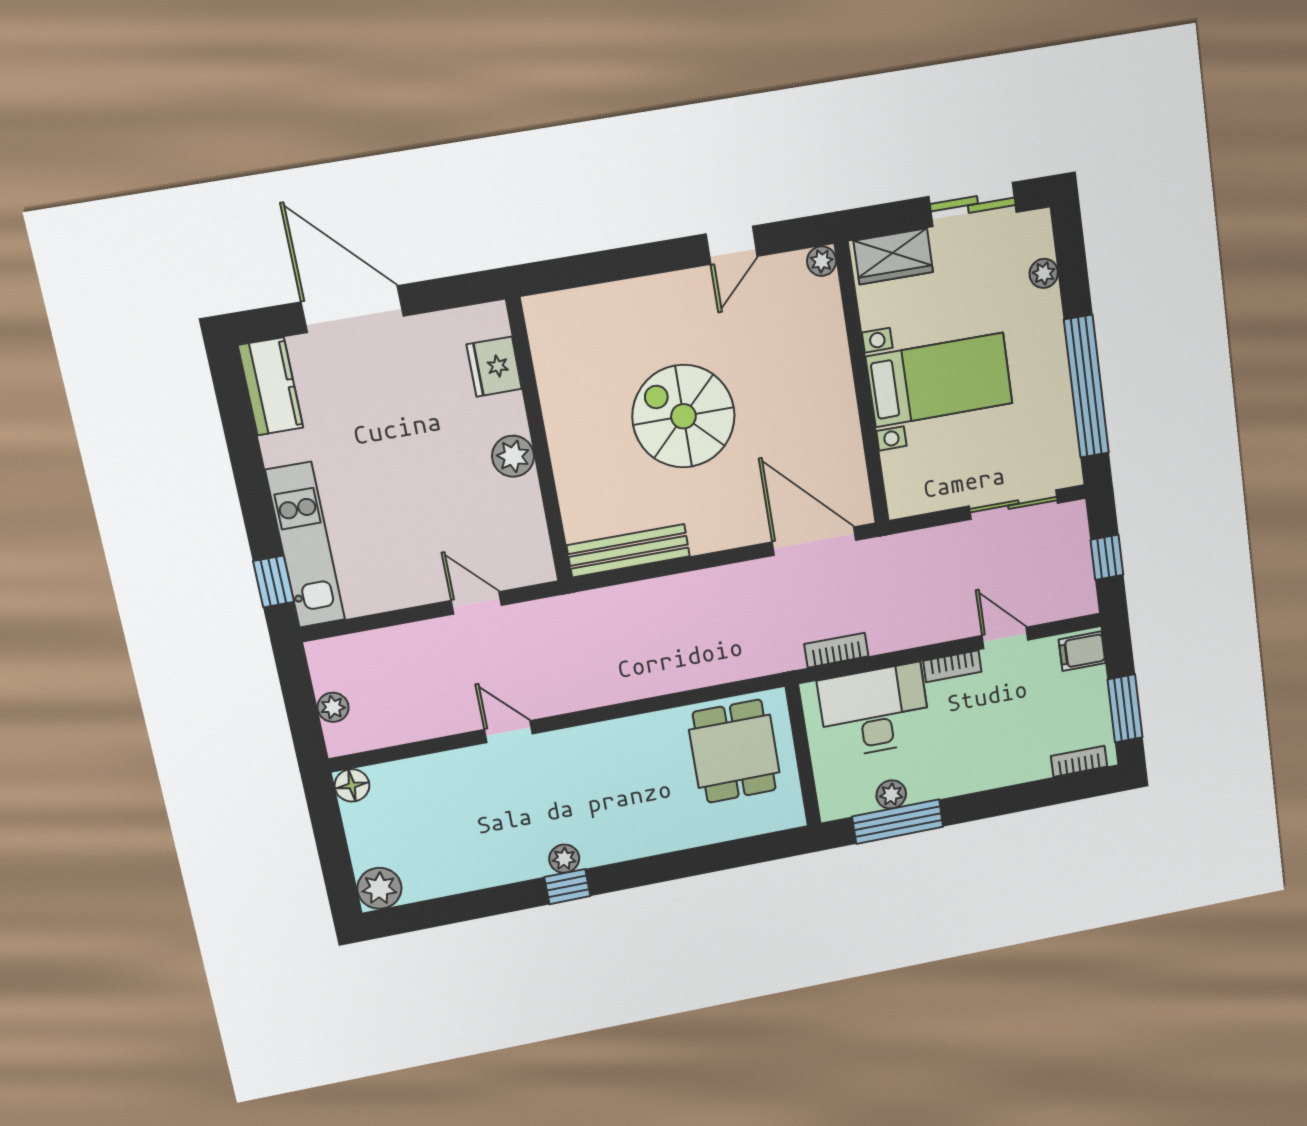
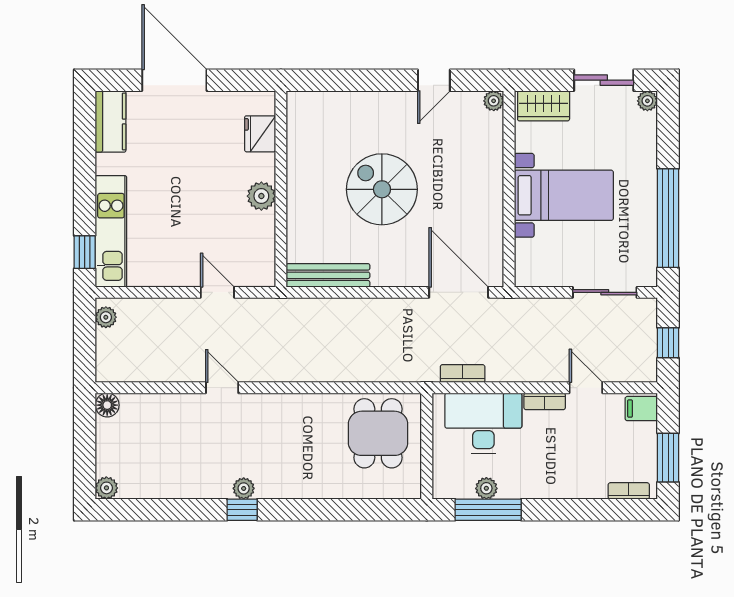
plant: (1044, 273) -> (647, 101), moved
plant: (333, 707) -> (106, 317), moved
plant: (379, 888) -> (106, 488), width x0.73, depth x0.73

